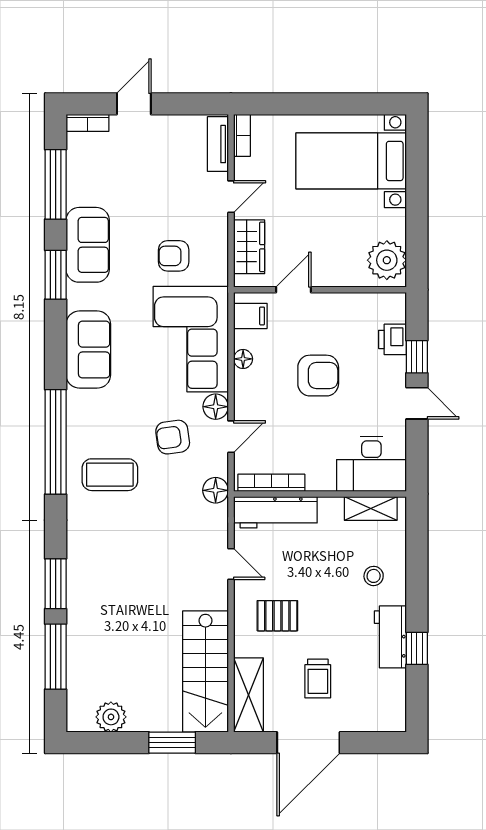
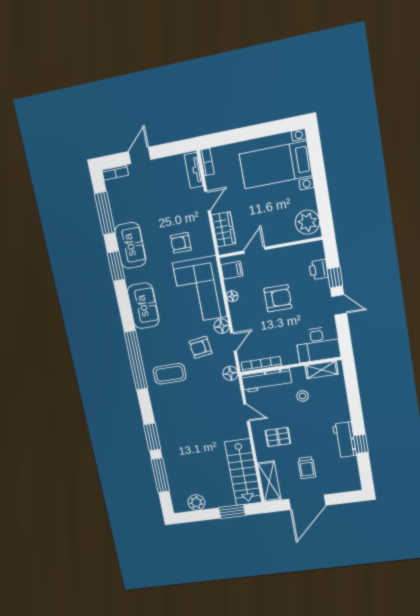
stool: (374, 576) -> (303, 396), moved

